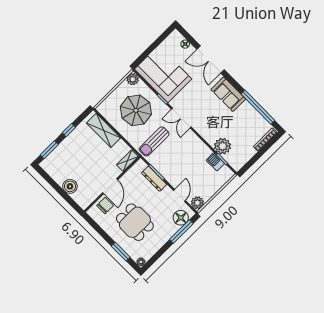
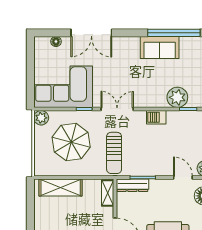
sofa: (228, 94) -> (160, 47), moved
double door: (181, 118) -> (117, 109), swing flipped
window: (69, 130) -> (30, 217), removed
barbecue: (215, 162) -> (156, 117), moved
dresser: (154, 179) -> (132, 185), moved

